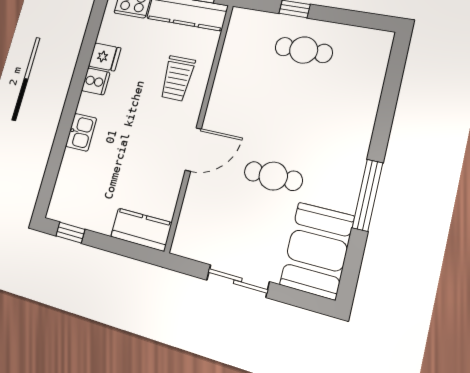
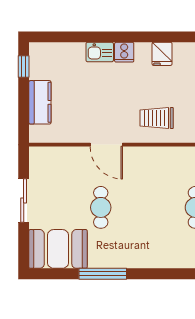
cooker: (96, 81) -> (124, 52), moved
kitchen counter: (141, 230) -> (40, 102), moved

